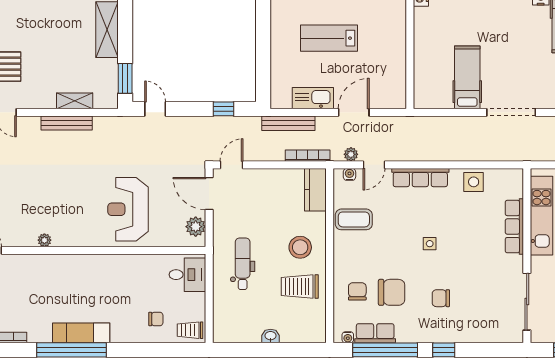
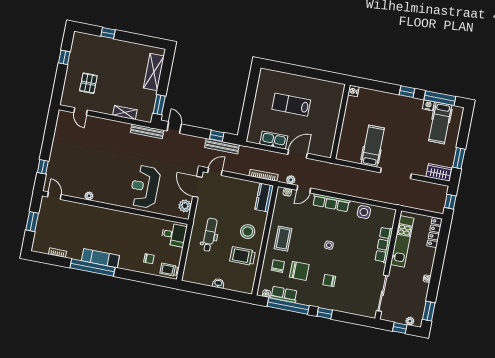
bench: (67, 123) -> (147, 131), moved
bench: (288, 123) -> (222, 146), moved
coffee table: (354, 219) -> (283, 239), moved, turned 90

